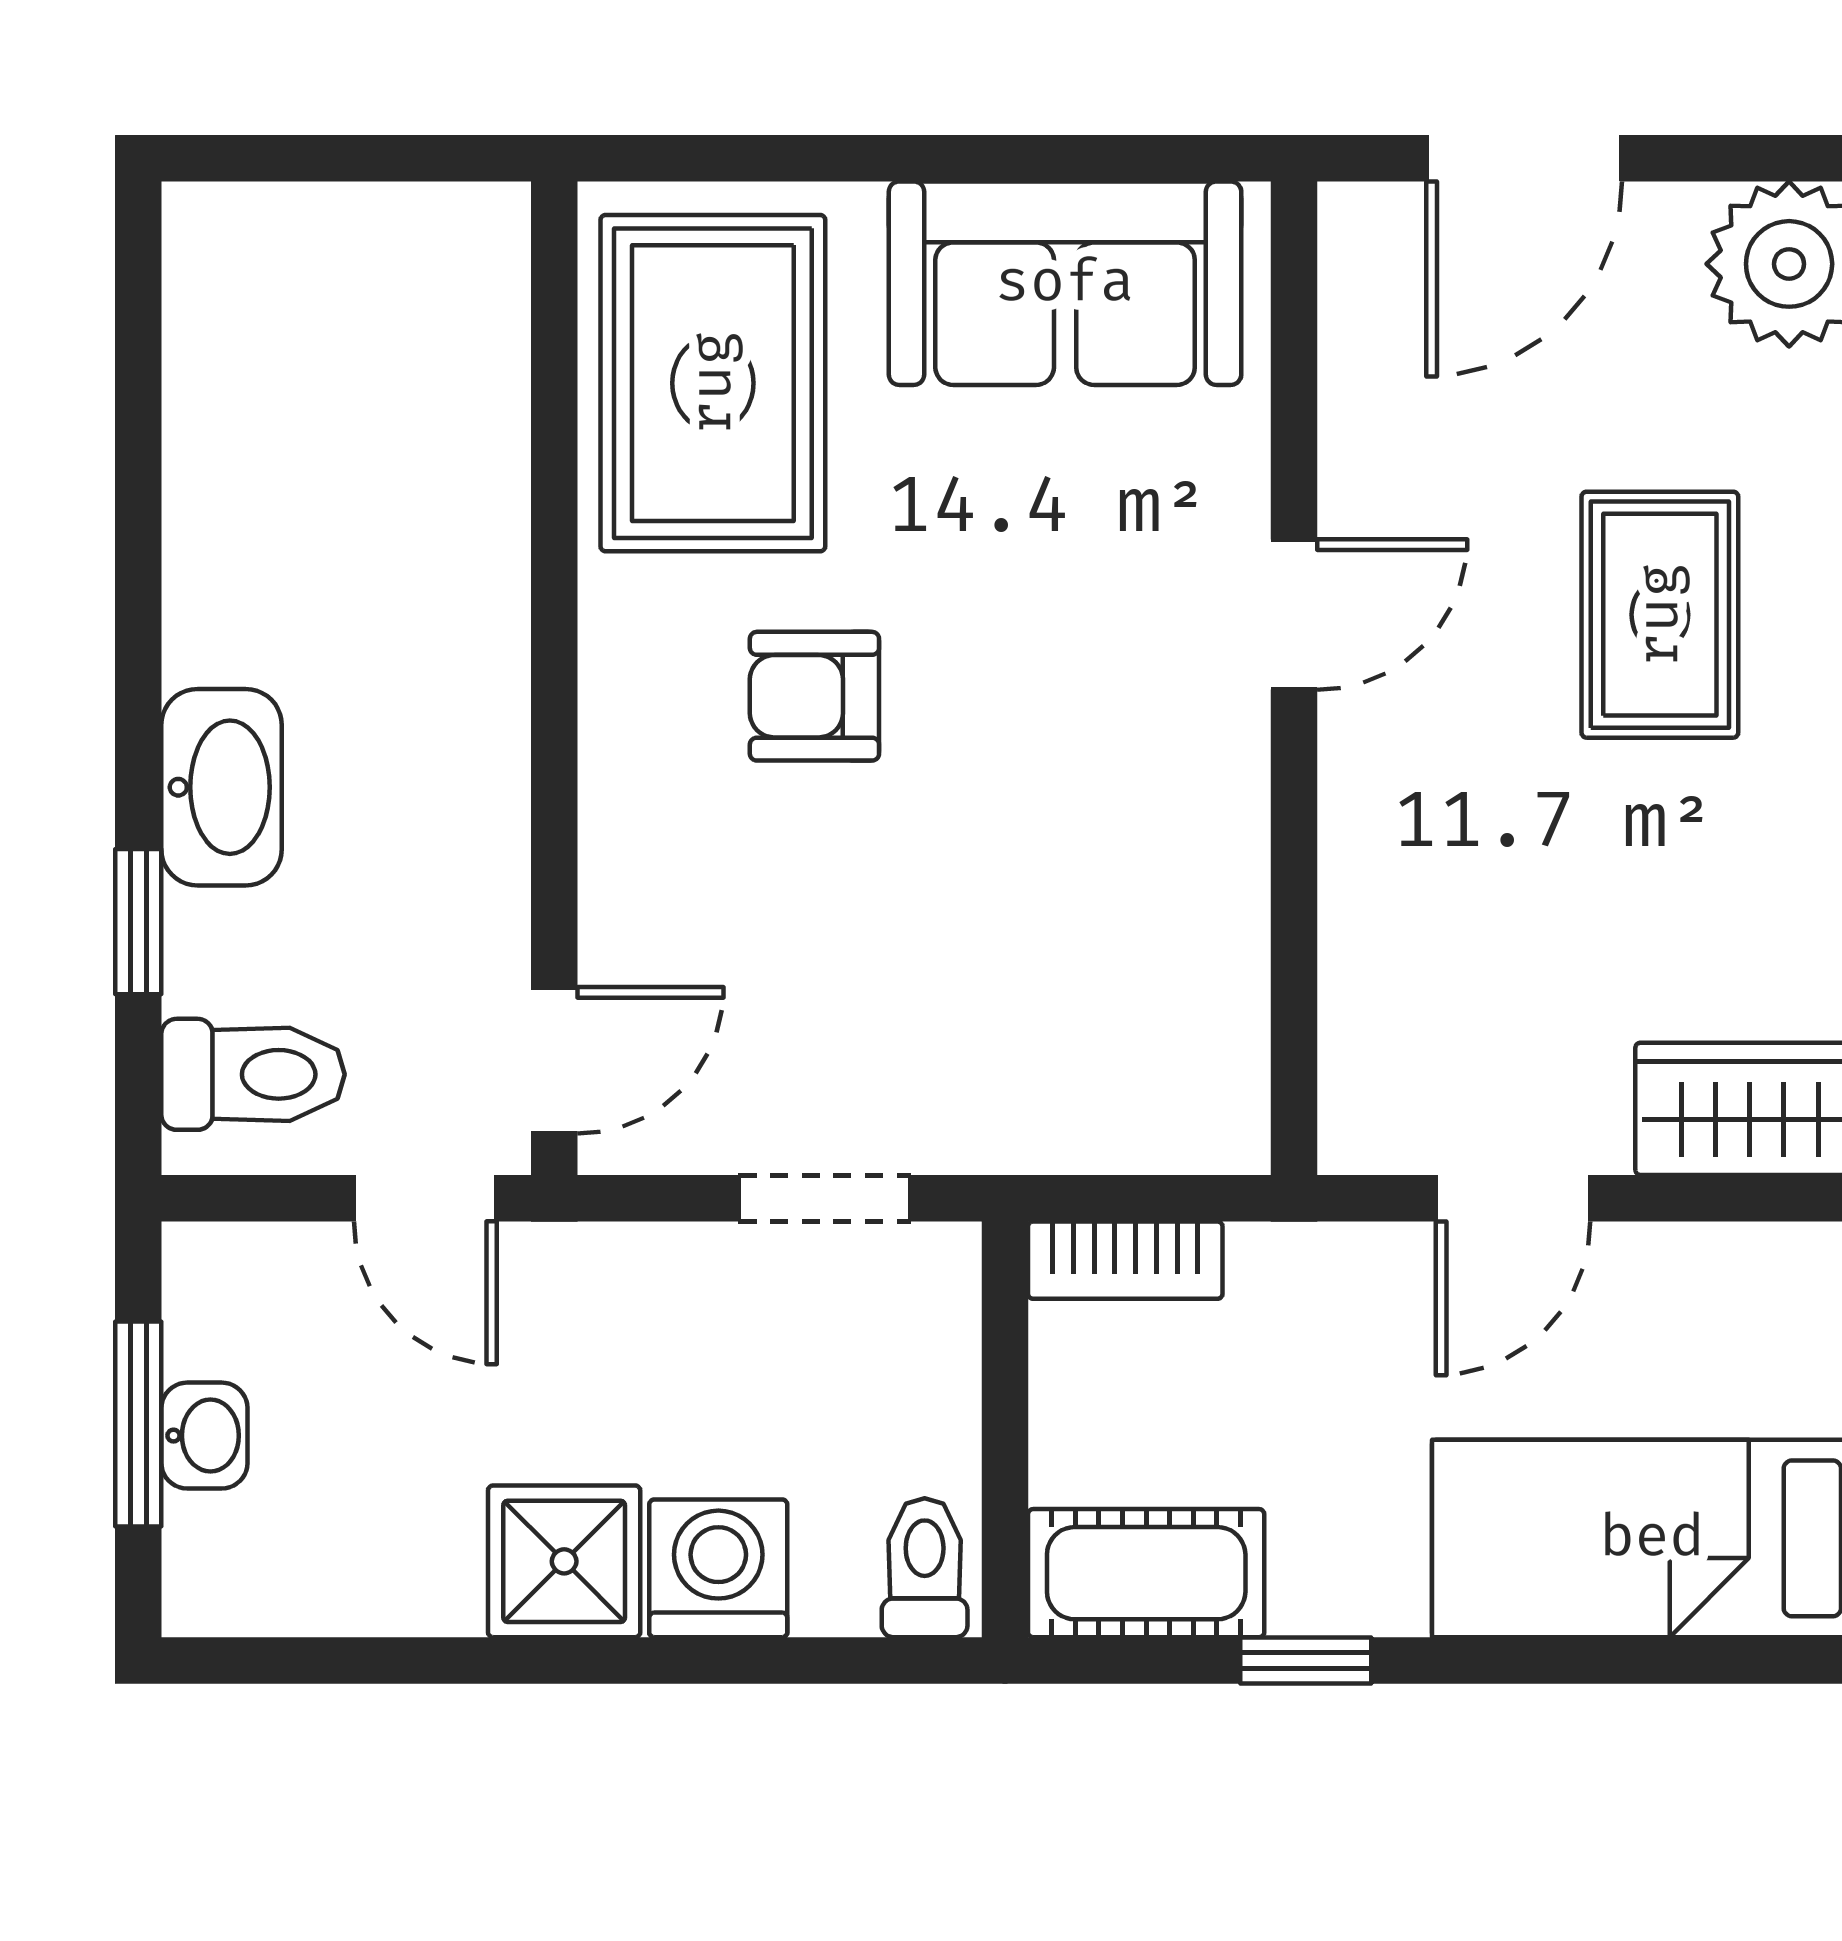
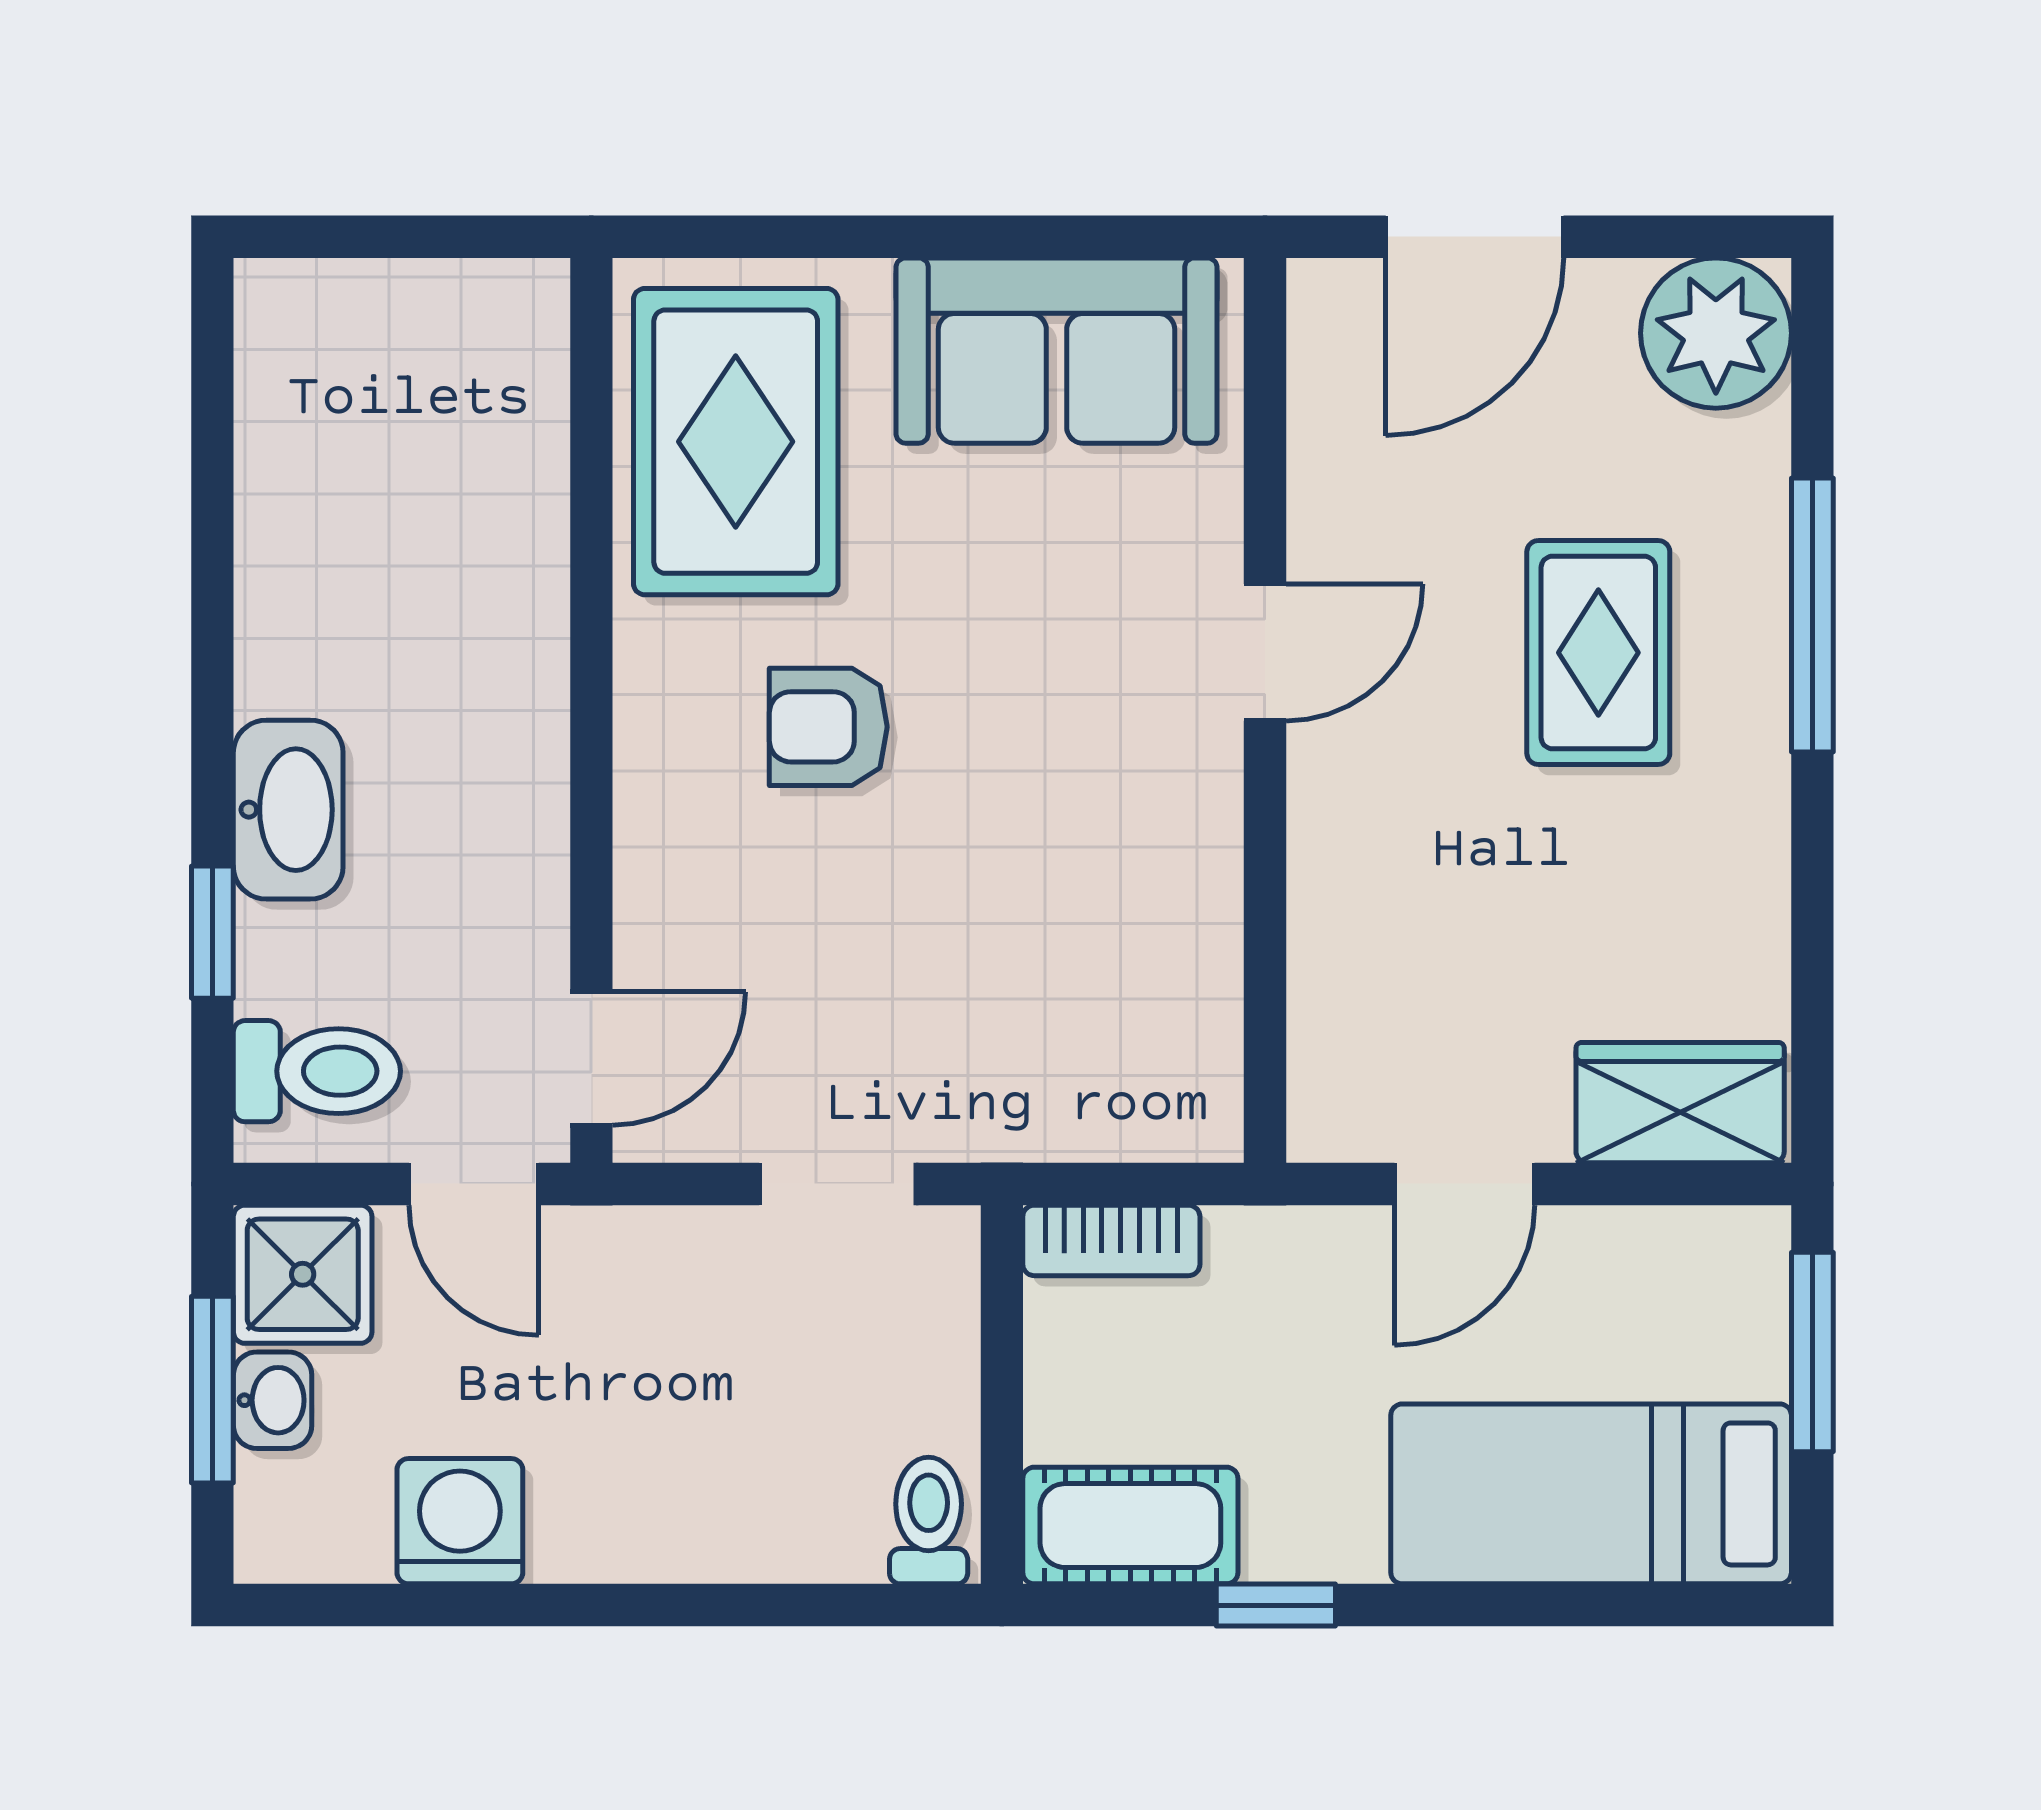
shower: (564, 1561) -> (303, 1274), moved
washing machine: (718, 1568) -> (460, 1521), moved

